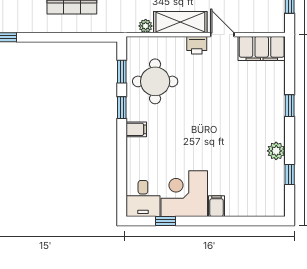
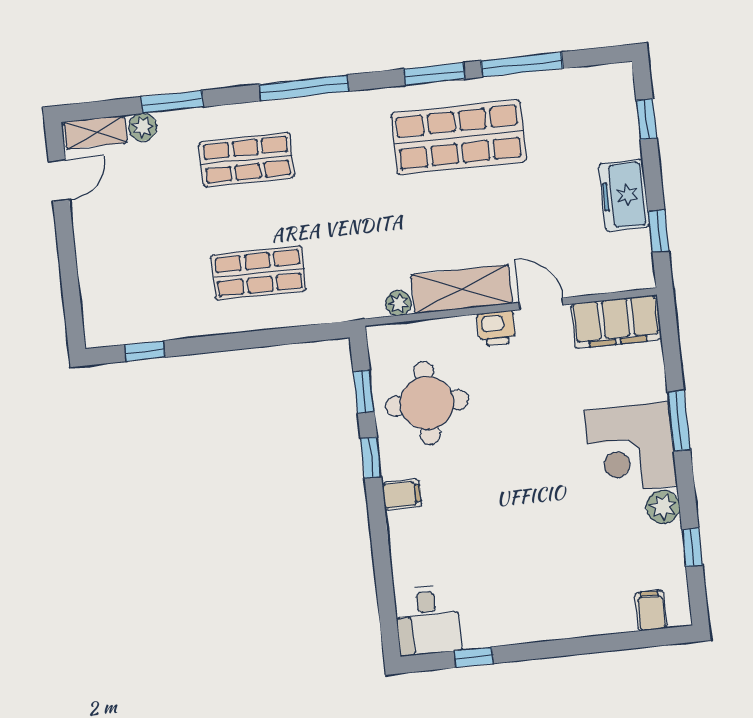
window: (290, 106) -> (679, 421), width x1.50
corner desk: (184, 194) -> (631, 448), moved, turned -90
filing cabinet: (217, 206) -> (651, 611), moved

